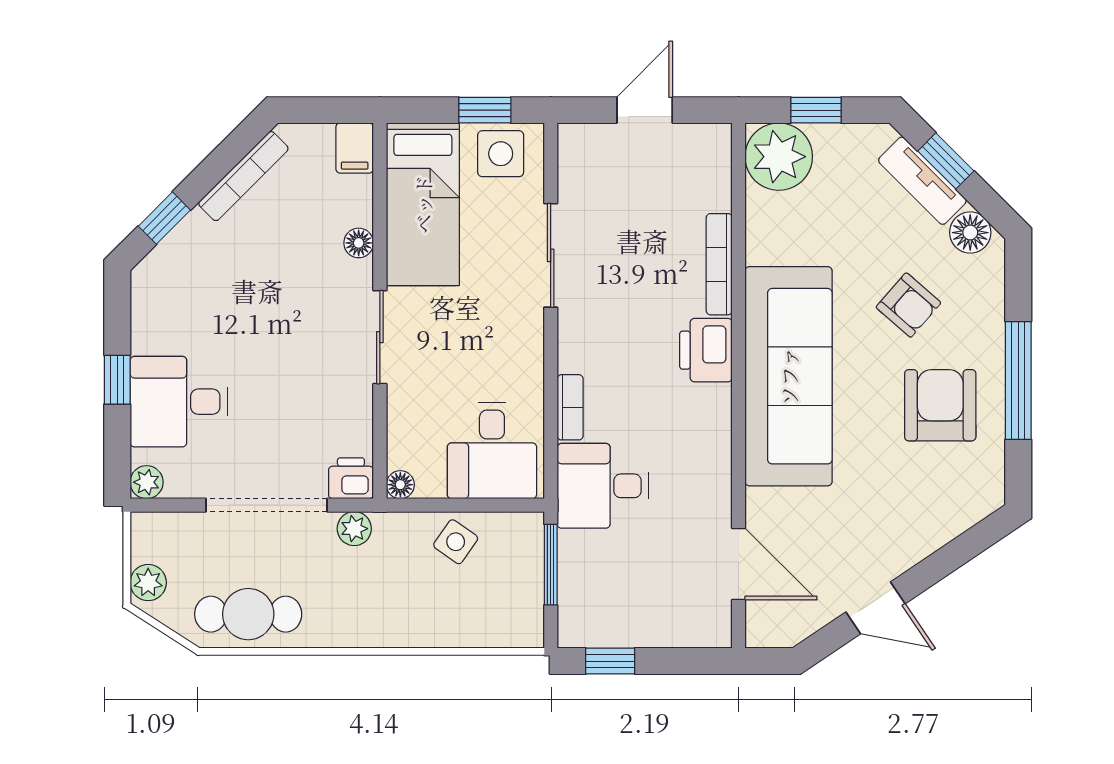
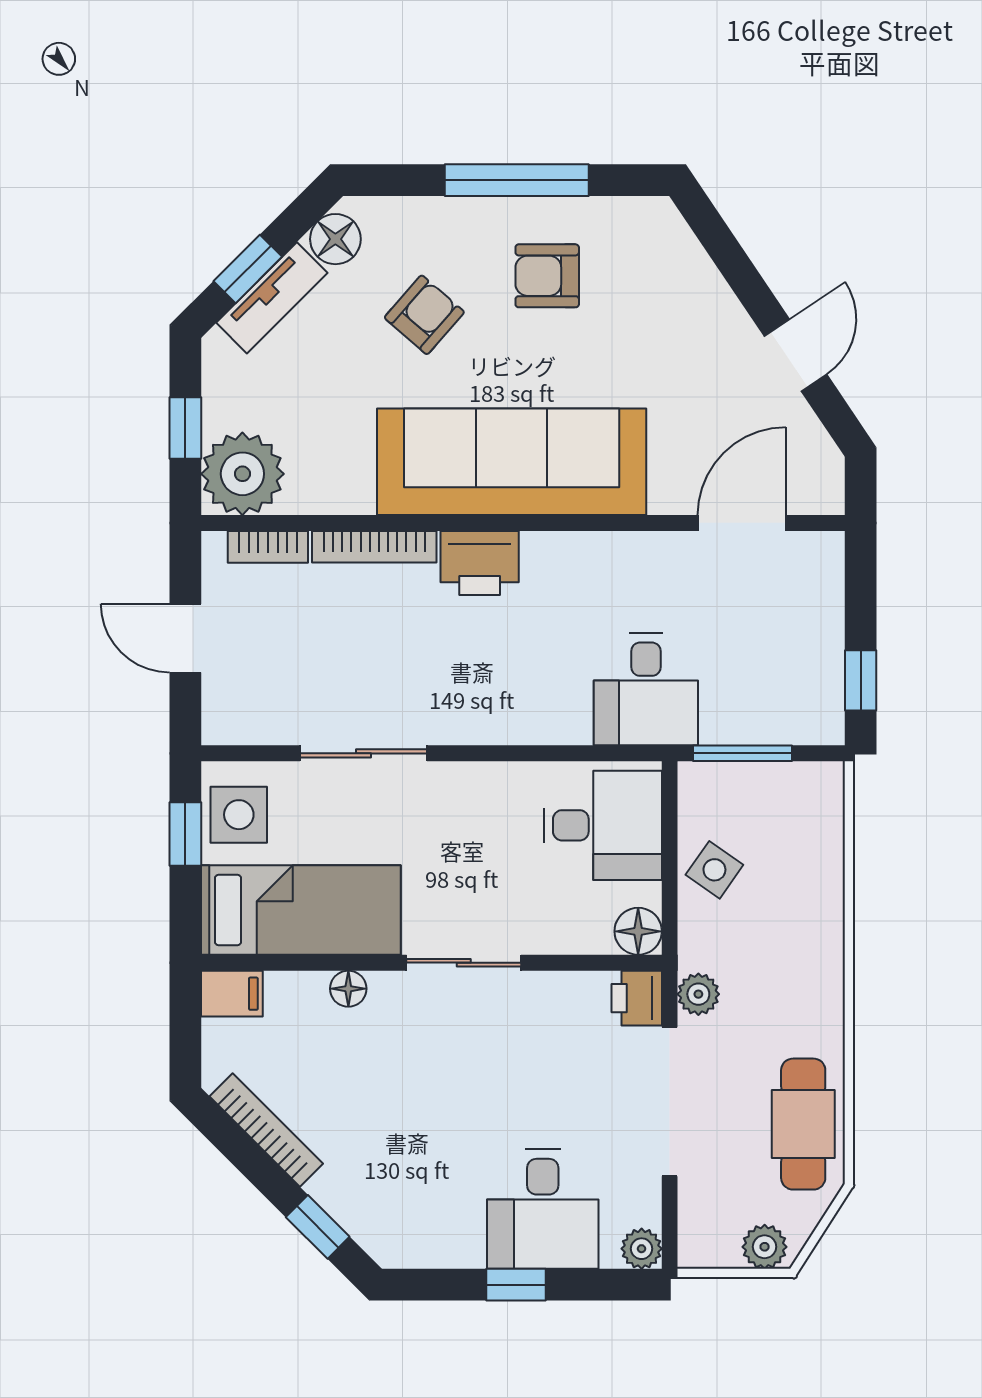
armchair: (940, 405) -> (547, 276), width x0.72, depth x0.72
bookcase: (570, 407) -> (268, 547), moved, turned 180
floor lamp: (400, 485) -> (638, 931), width x1.37, depth x1.37

